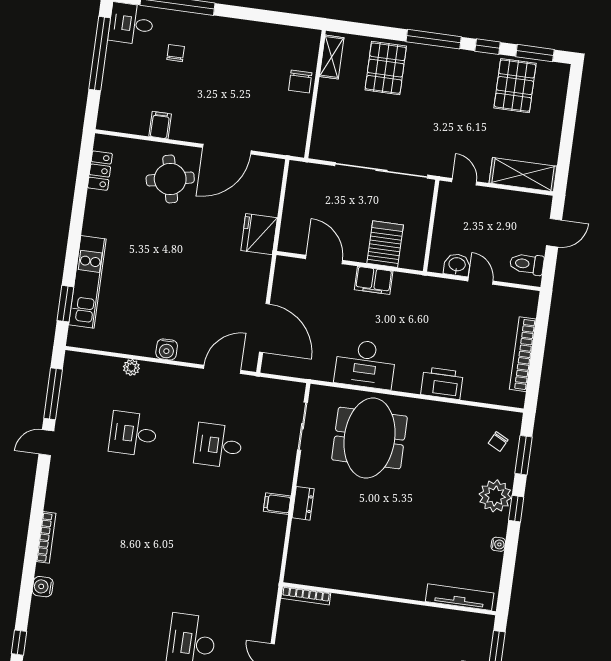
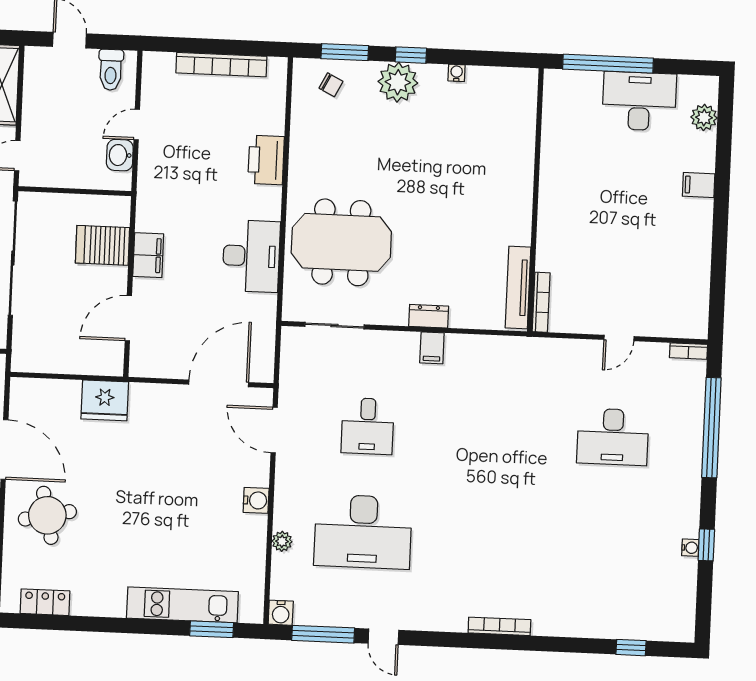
desk: (133, 434) -> (363, 532), width x1.87, depth x1.30
water cooler: (43, 587) -> (281, 613), moved
tv unit: (460, 597) -> (518, 288), moved

